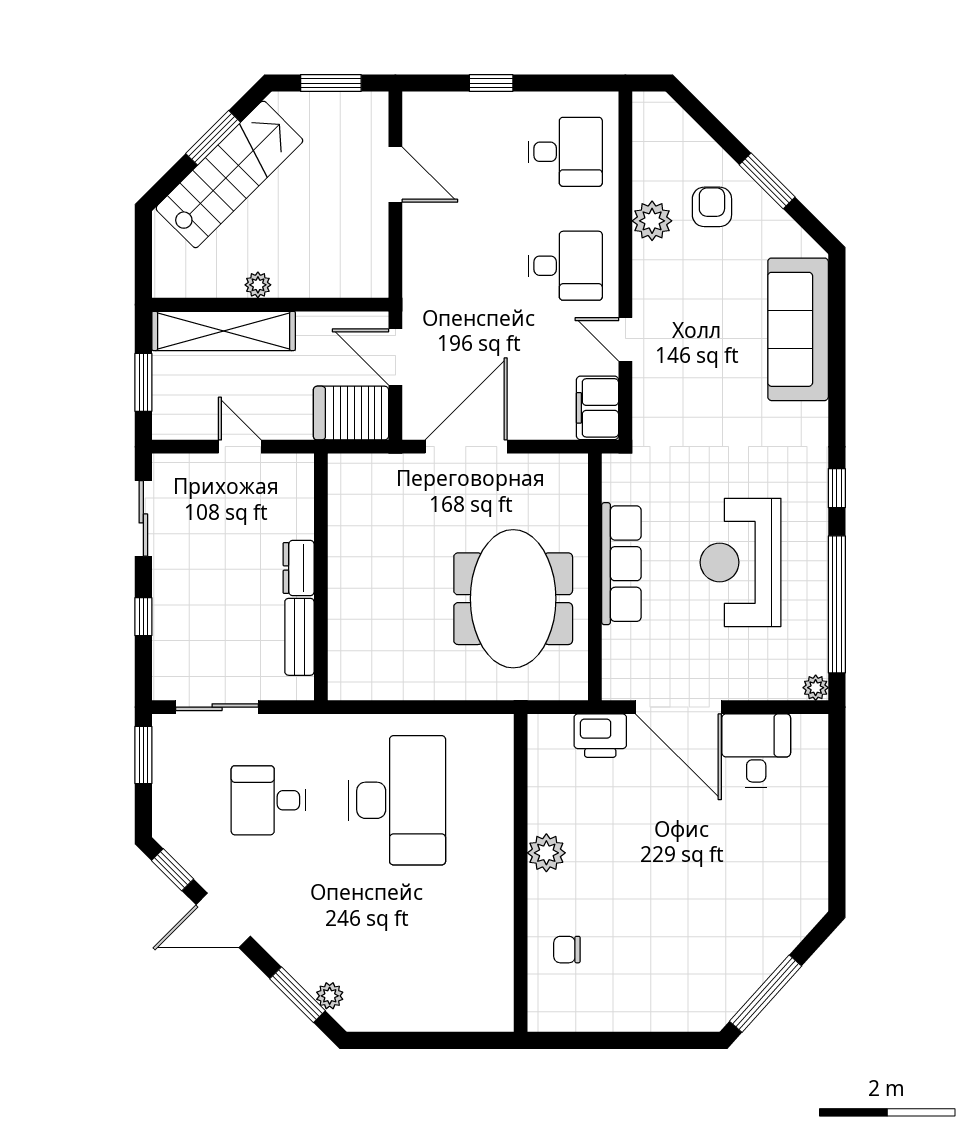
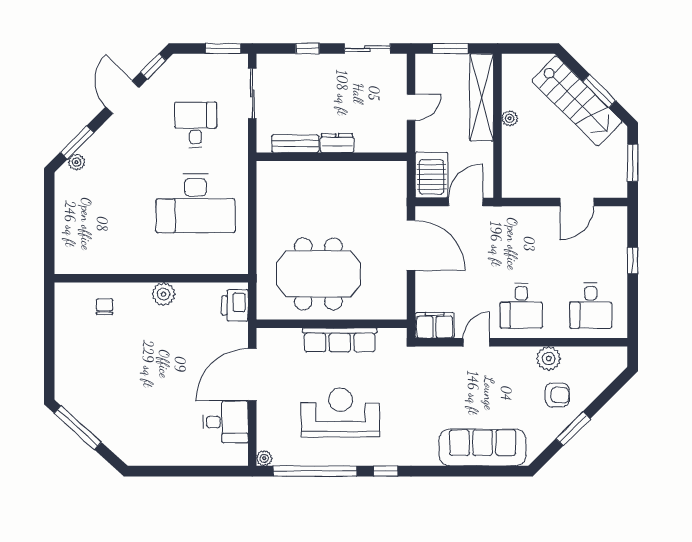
printer: (600, 736) -> (235, 305), moved

